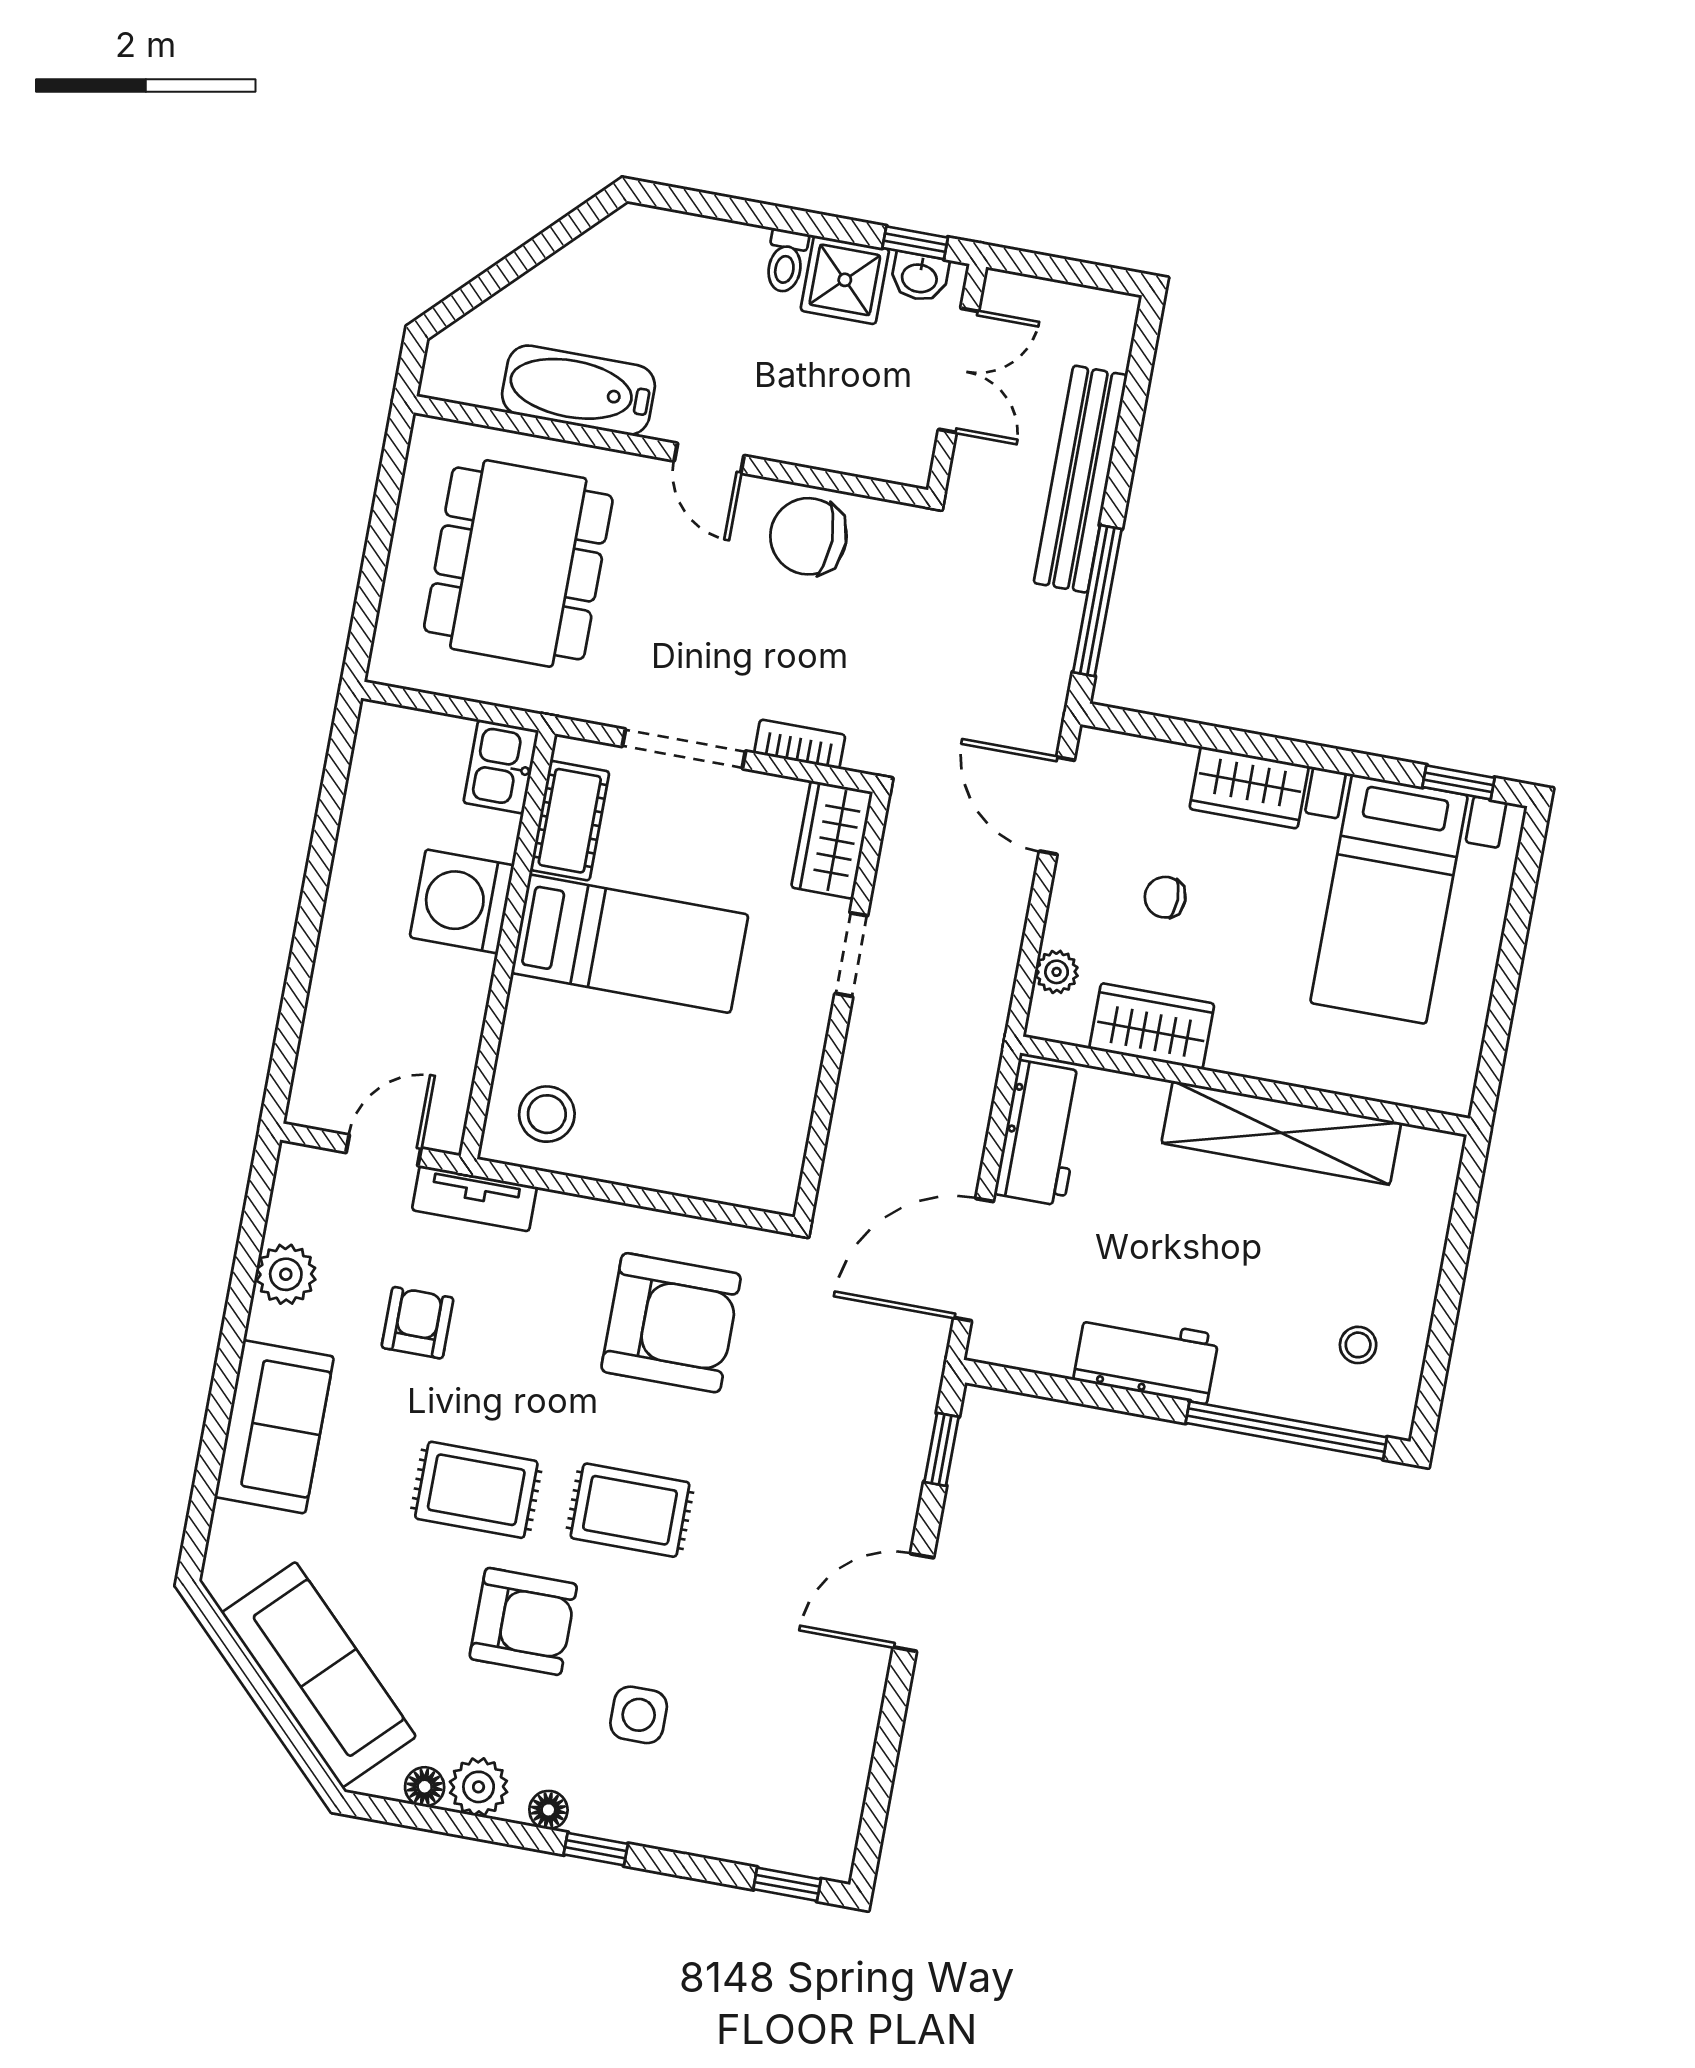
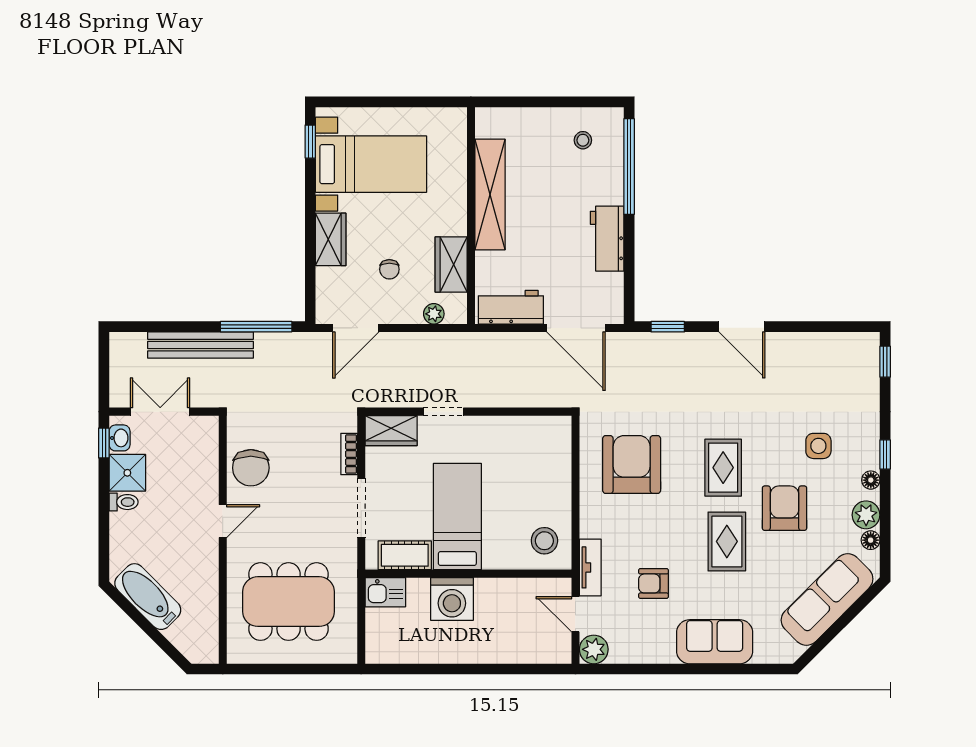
bathtub: (578, 390) -> (148, 597), moved, turned 135
plant: (286, 1274) -> (594, 649), moved

